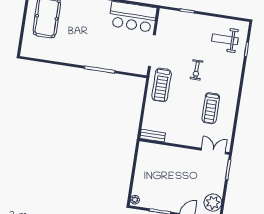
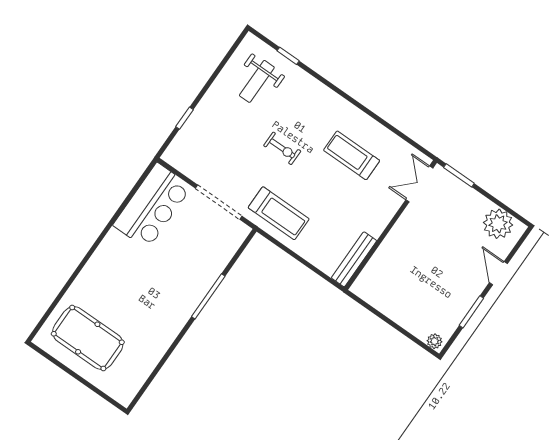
treadmill: (211, 108) -> (352, 155), turned 180
bench: (153, 136) -> (354, 259), width x1.36

